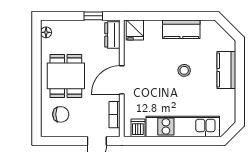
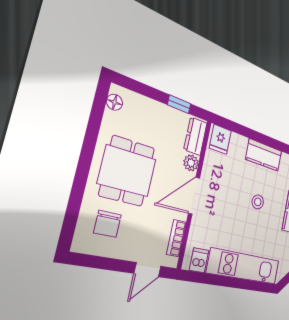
plant: (113, 56) -> (191, 163), added
chair: (61, 114) -> (108, 224), turned 90

